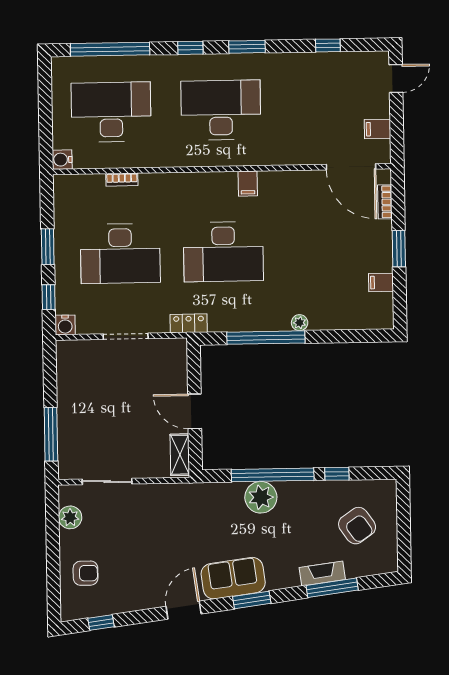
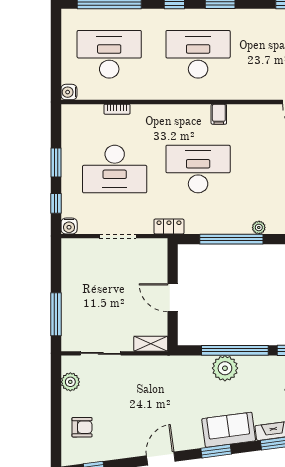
desk: (223, 252) -> (198, 169), turned 180
shelving: (180, 455) -> (151, 344), moved, turned 90
sofa: (233, 578) -> (229, 430), moved

